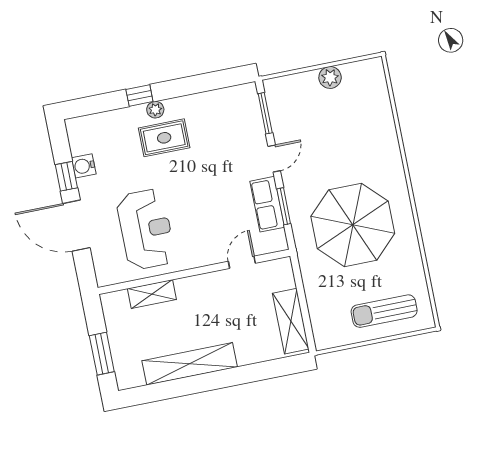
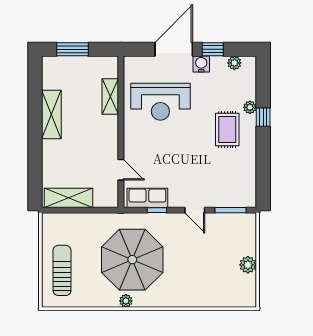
plant: (155, 110) -> (250, 107), moved
plant: (78, 146) -> (234, 63), added
water cooler: (84, 166) -> (201, 64), moved
row of seats: (267, 204) -> (147, 198), moved
window: (284, 206) -> (157, 210), width x0.67
plant: (406, 223) -> (126, 301), added
shelving: (190, 364) -> (51, 115), width x0.68

